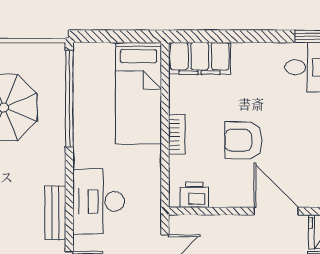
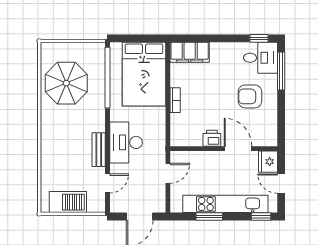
bed: (139, 93) -> (144, 74), width x1.50
armchair: (243, 140) -> (250, 96), moved
printer: (194, 195) -> (212, 138), moved

